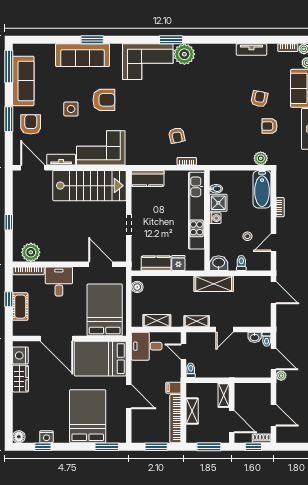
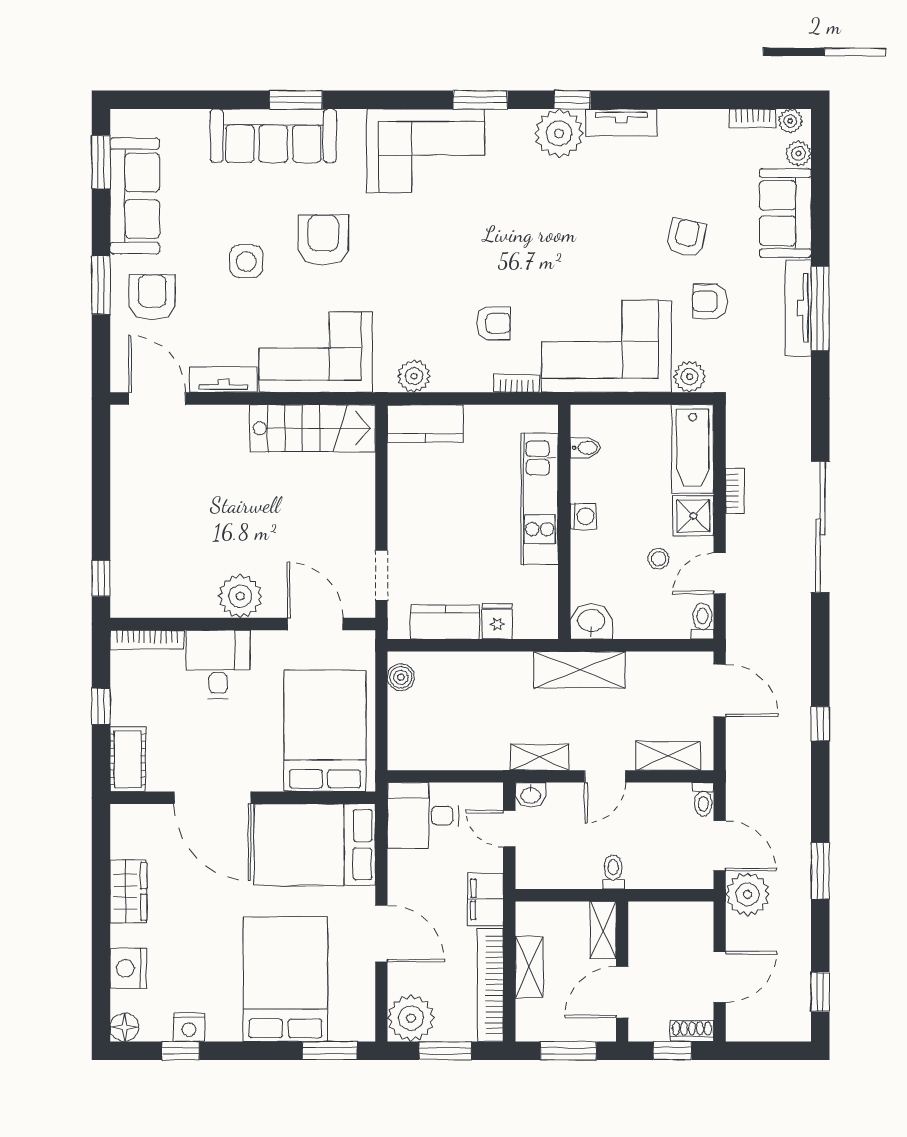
window: (210, 40) -> (572, 100), added
tv unit: (251, 50) -> (621, 123), moved
plant: (184, 54) -> (559, 133), moved
window: (9, 67) -> (101, 162), width x0.69
armchair: (104, 100) -> (323, 240), turned -90
armchair: (177, 135) -> (493, 323), turned -78
corner sofa: (225, 145) -> (607, 346), added
plant: (143, 158) -> (414, 376), added
stairs: (90, 186) -> (313, 428), width x0.73, depth x0.66
shower: (218, 203) -> (693, 516), moved
kitchen unit: (197, 211) -> (540, 499), width x0.73
window: (9, 222) -> (101, 578), moved
doorway: (129, 225) -> (381, 576), moved
plant: (31, 252) -> (240, 596), moved
toilet: (241, 263) -> (702, 621), moved
cot: (20, 307) -> (128, 759), moved
shelving: (157, 321) -> (668, 756), moved
washbasin: (255, 337) -> (531, 795), moved
nightstand: (20, 355) -> (128, 968), moved
toilet: (191, 370) -> (613, 872), moved
plant: (281, 376) -> (747, 894), width x1.88, depth x1.88
filing cabinet: (173, 388) -> (486, 899), width x2.00
door: (274, 415) -> (720, 977), hinge flipped
door: (232, 422) -> (622, 992), swing flipped
plant: (141, 433) -> (411, 1018), added

